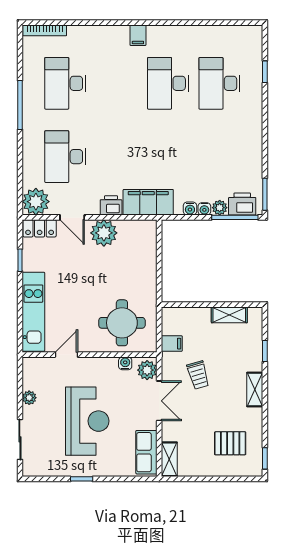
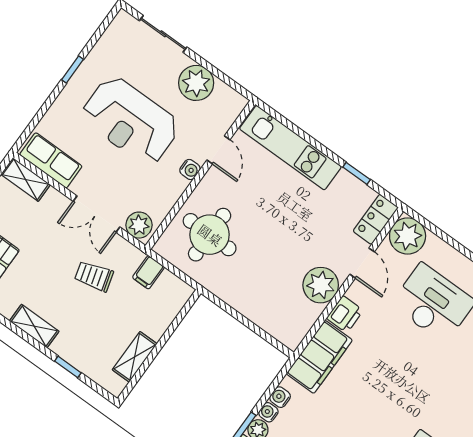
door: (72, 217) -> (362, 263), swing flipped
water cooler: (125, 363) -> (190, 170), moved
plant: (29, 398) -> (196, 83), width x1.88, depth x1.88

